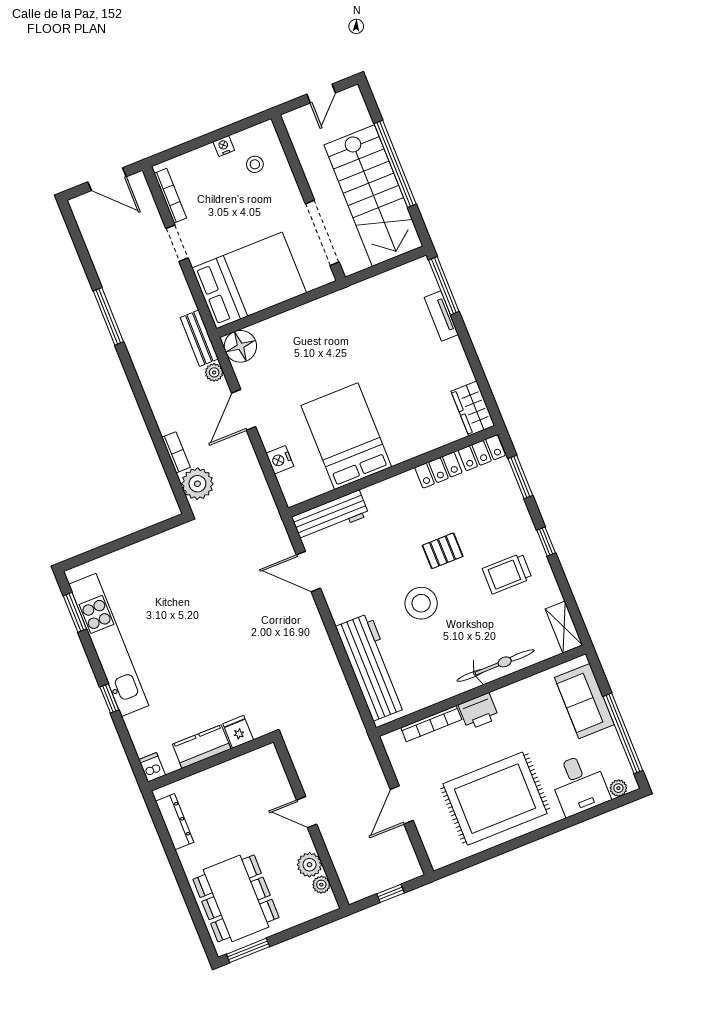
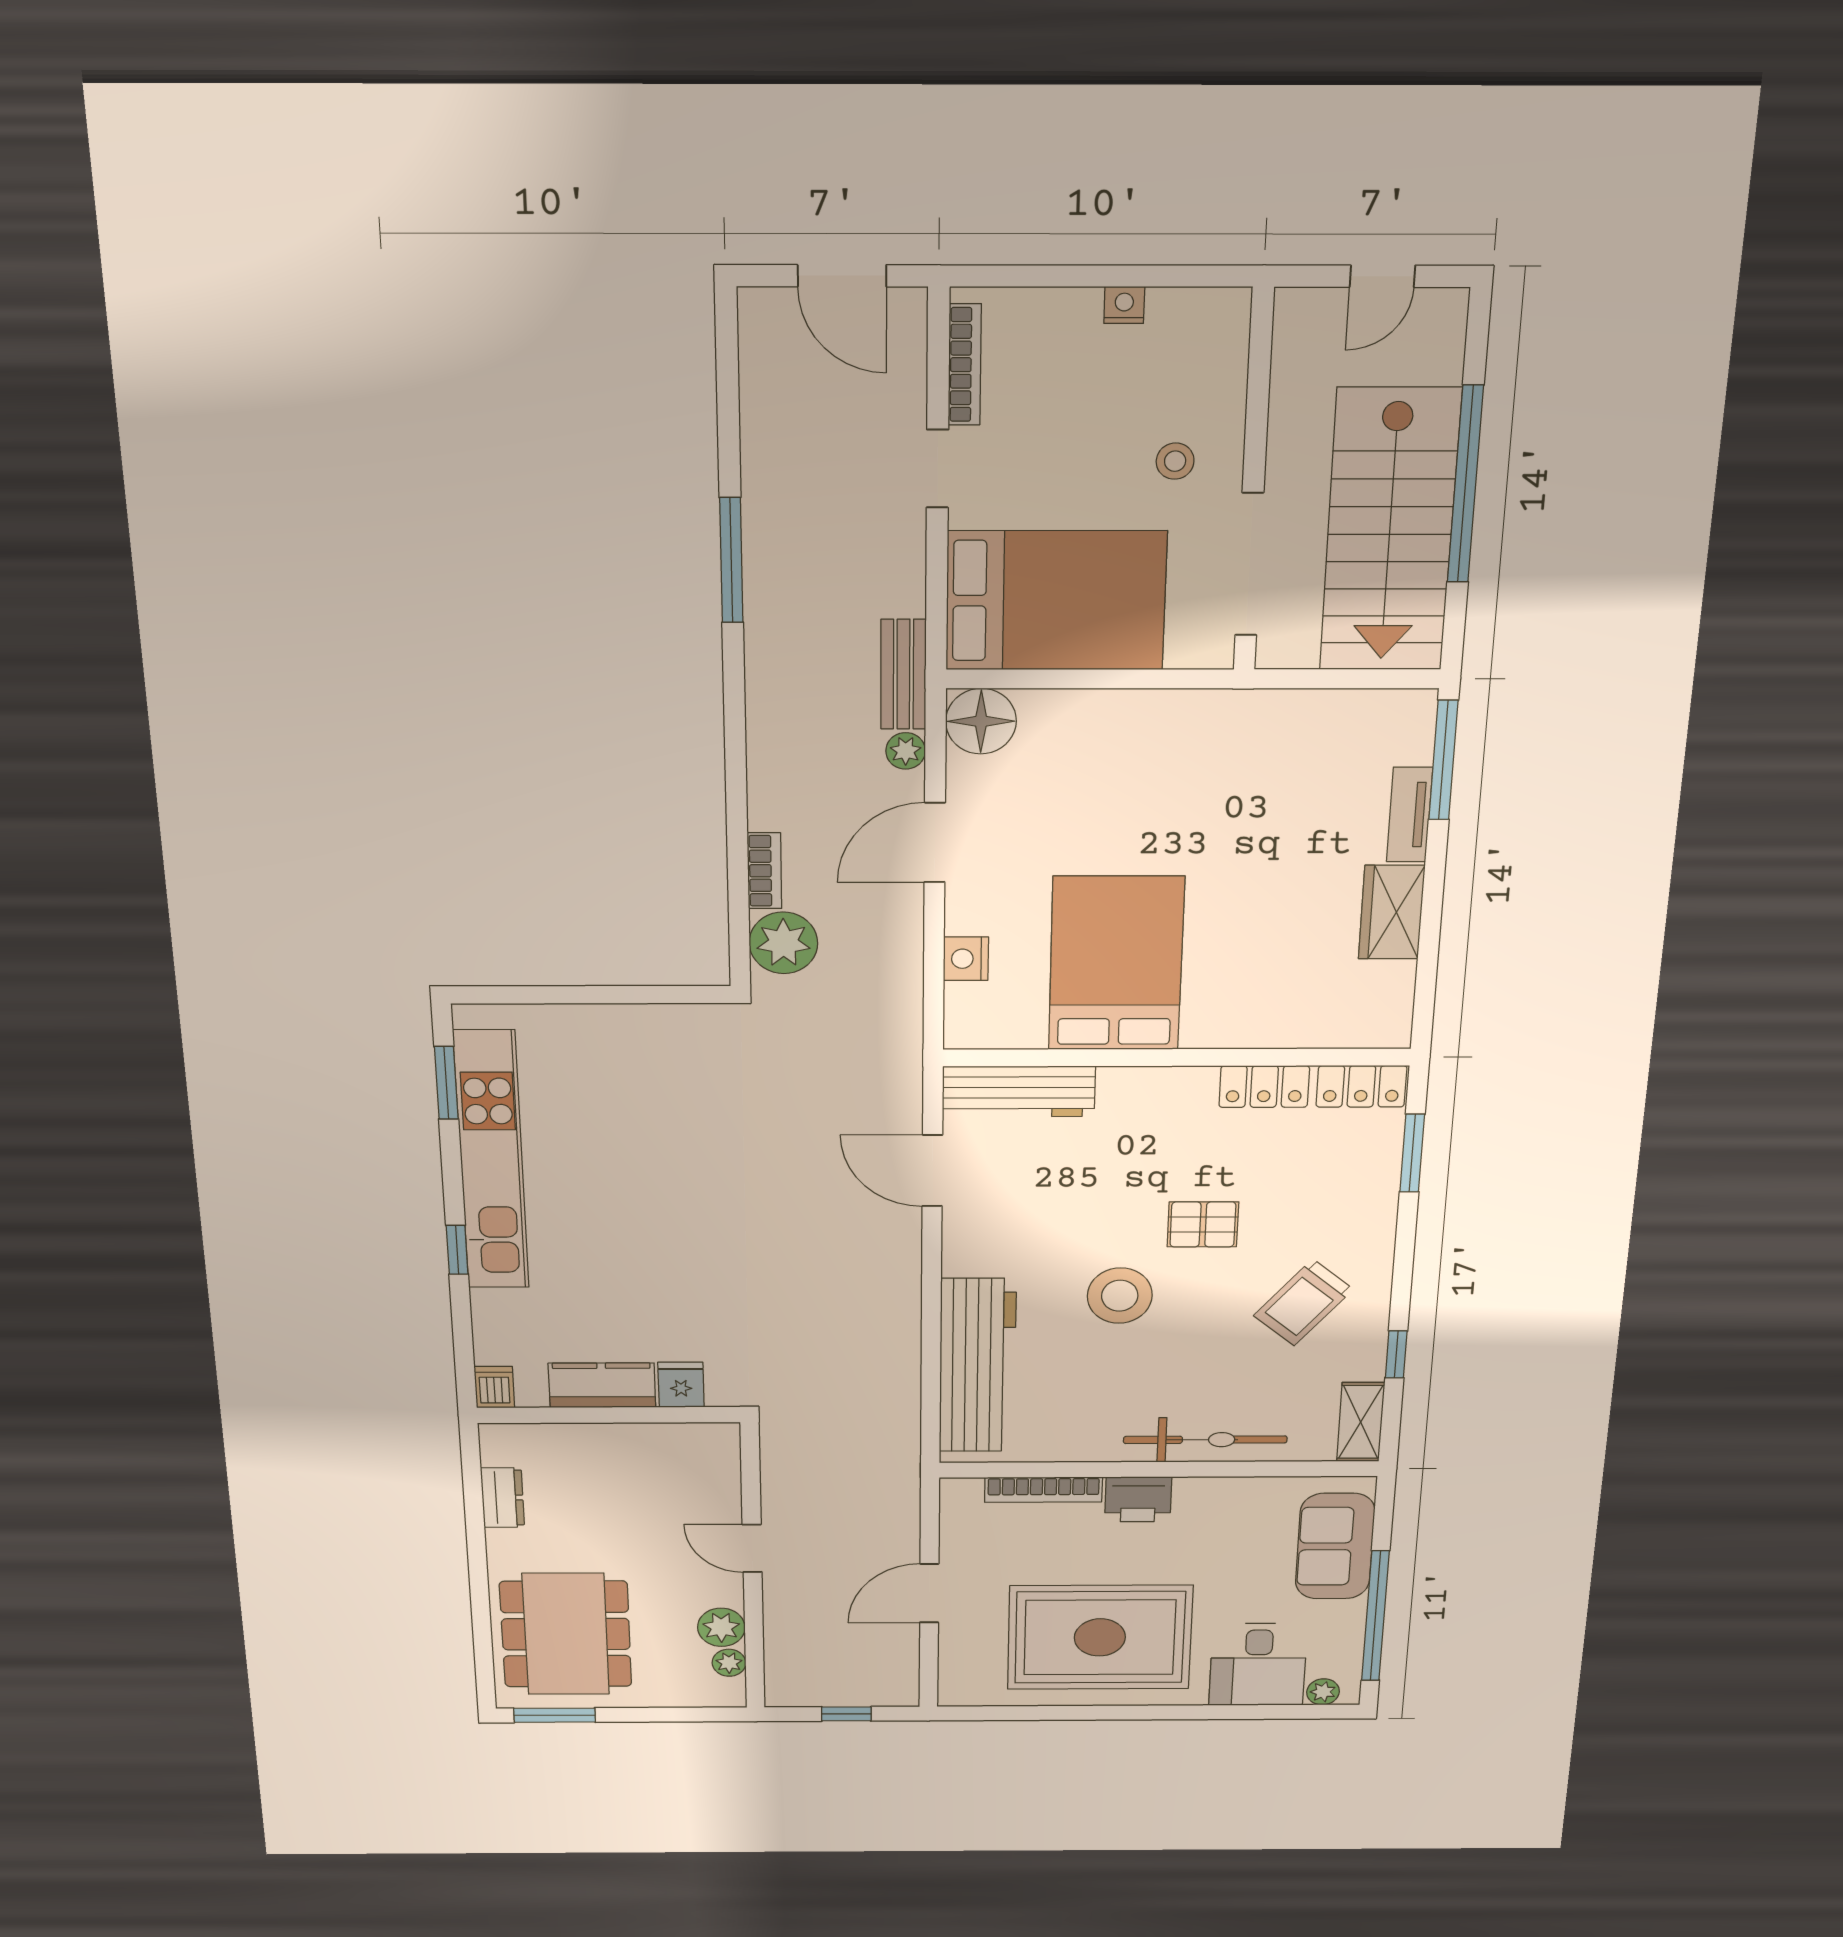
stool: (255, 164) -> (1175, 461), moved
wardrobe: (473, 408) -> (1392, 912), moved
window: (546, 542) -> (1396, 1354), moved
trolley: (507, 573) -> (1303, 1302), turned -50
dresser: (175, 822) -> (503, 1498), width x0.70

